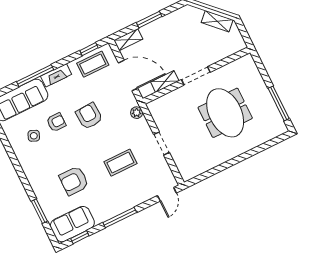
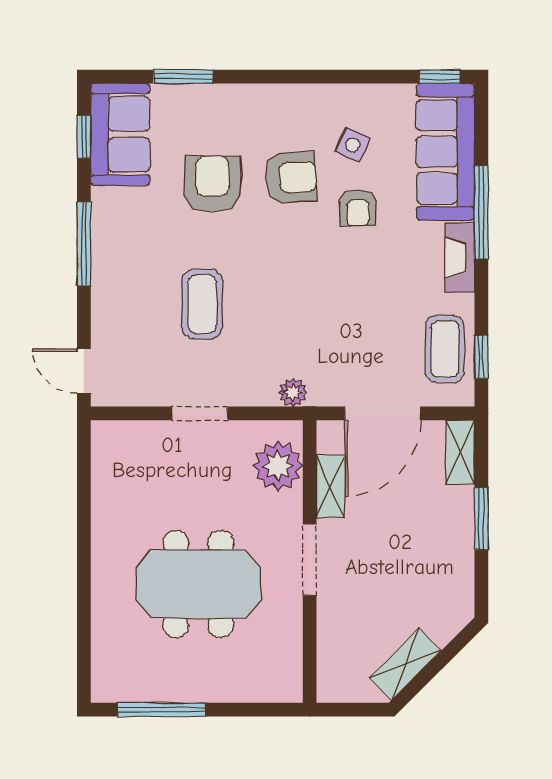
plant: (167, 105) -> (278, 466), added
armchair: (89, 116) -> (291, 177), moved

